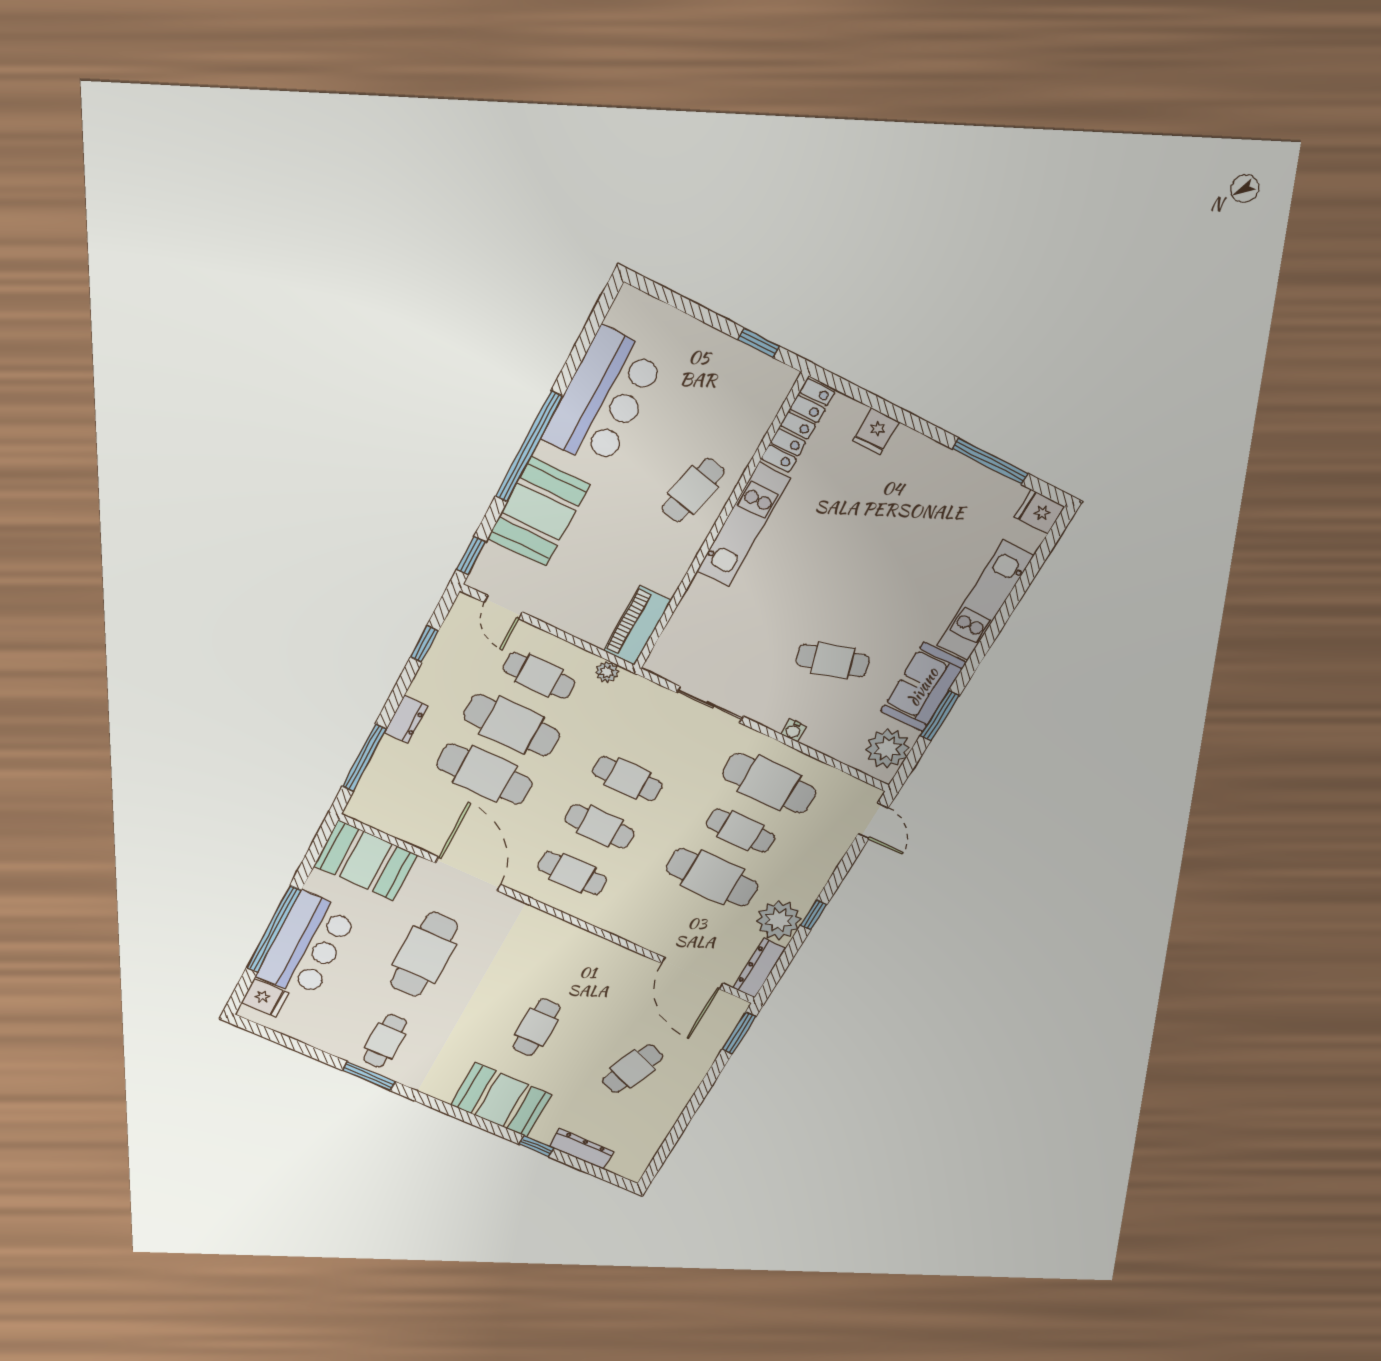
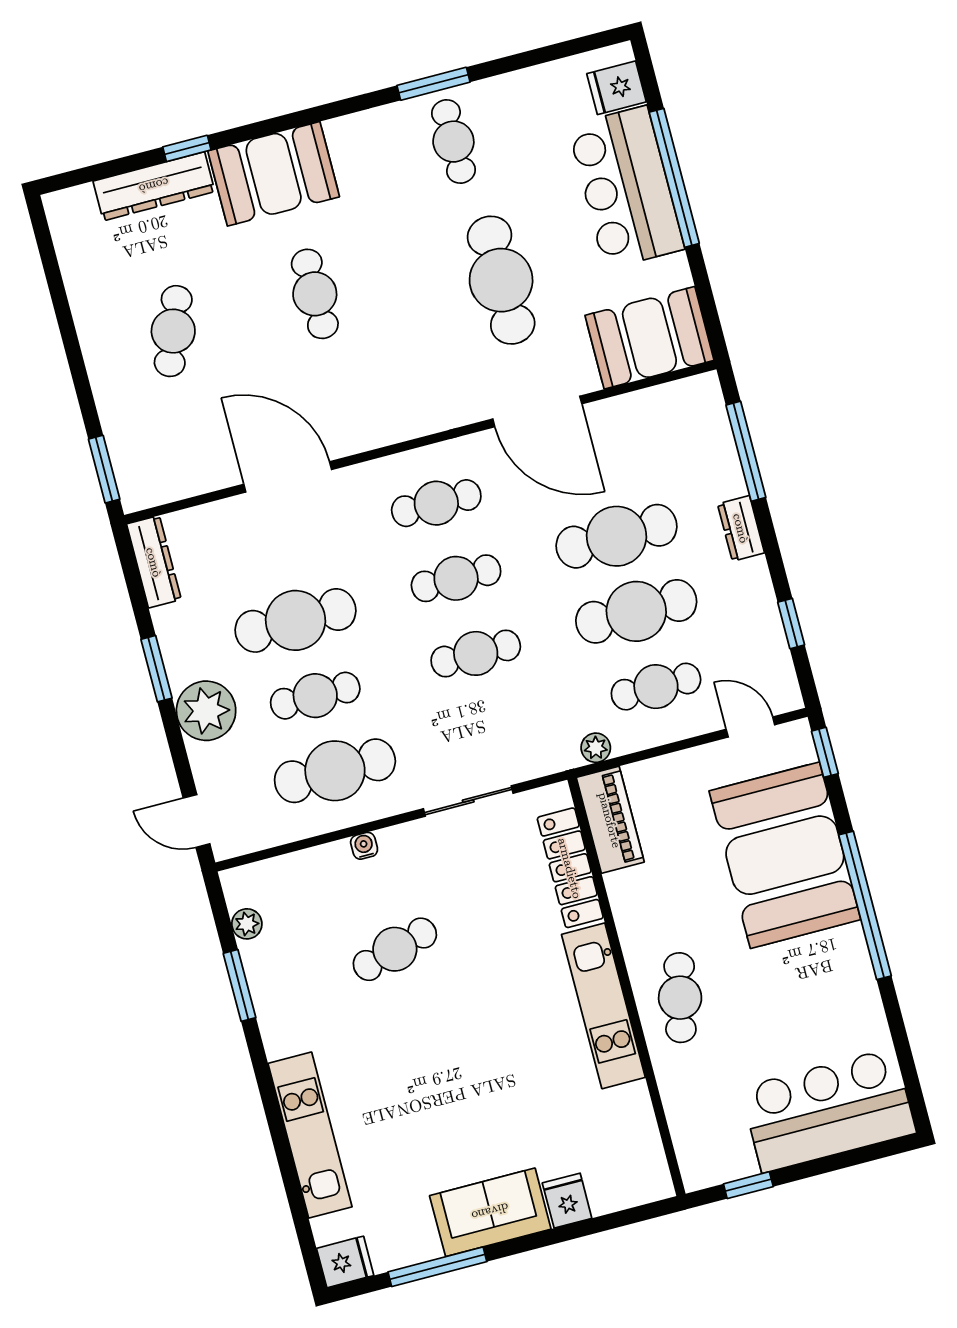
bar counter: (604, 398) -> (828, 1110), moved, turned 90
locker: (798, 426) -> (570, 868), moved
booth: (539, 512) -> (785, 855), width x1.36, depth x1.42
sofa: (923, 687) -> (490, 1212), moved, turned -90
plant: (887, 749) -> (247, 924), width x0.53, depth x0.53
window: (814, 915) -> (156, 669), width x1.50
plant: (779, 920) -> (206, 711), moved
door: (692, 973) -> (288, 477), moved
dresser: (581, 1149) -> (154, 186), width x1.37, depth x1.24

